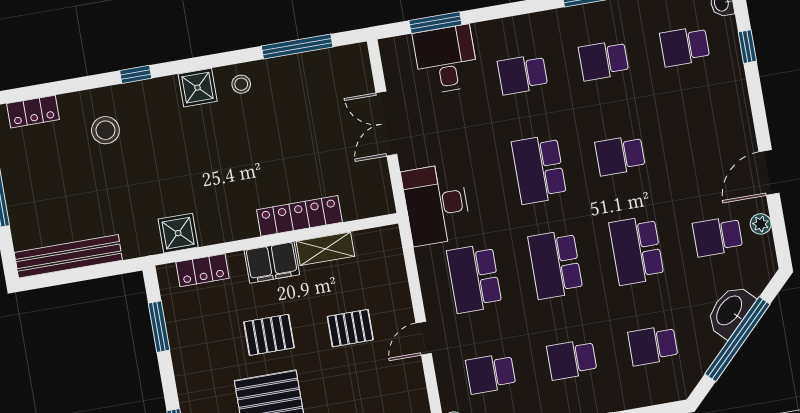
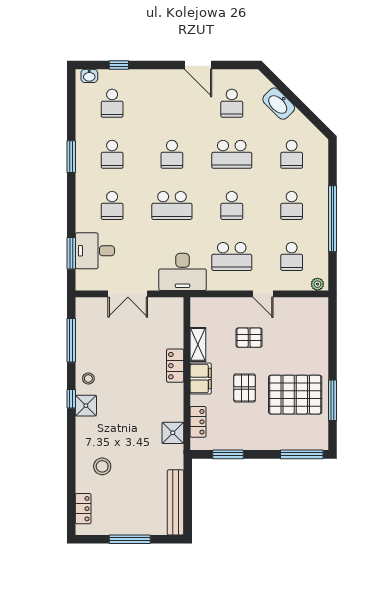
window: (136, 74) -> (71, 399), moved
locker: (299, 216) -> (175, 366), width x0.66
plant: (761, 224) -> (229, 76), removed
school desk: (555, 264) -> (232, 205), width x0.54
pallet: (350, 328) -> (249, 338), turned 90
window: (737, 339) -> (297, 102), removed

